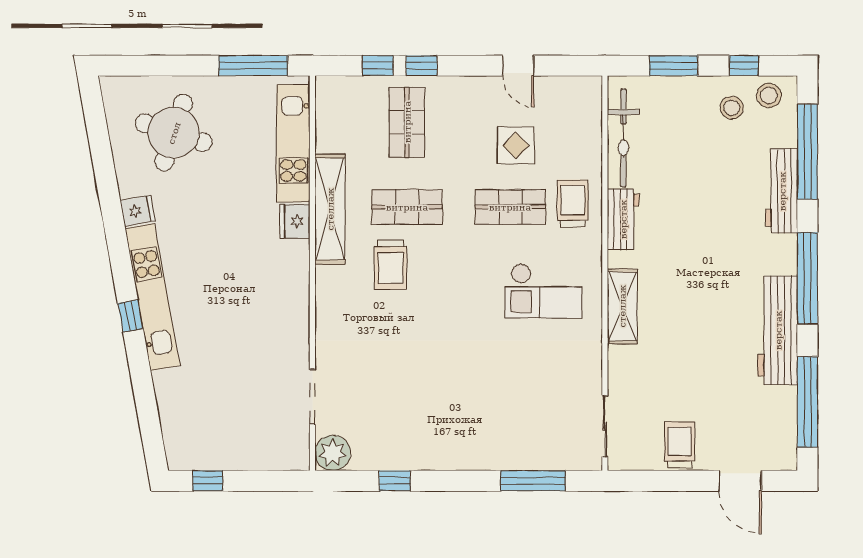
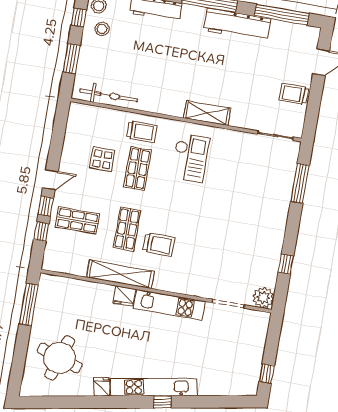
door: (518, 66) -> (50, 180), moved
kitchen unit: (293, 143) -> (169, 305), moved
trolley: (573, 203) -> (142, 132), turned 180
workbench: (623, 219) -> (156, 104), removed

